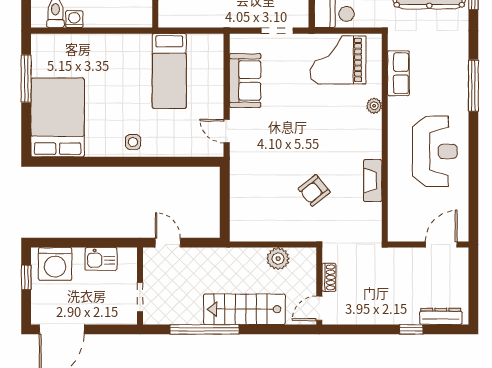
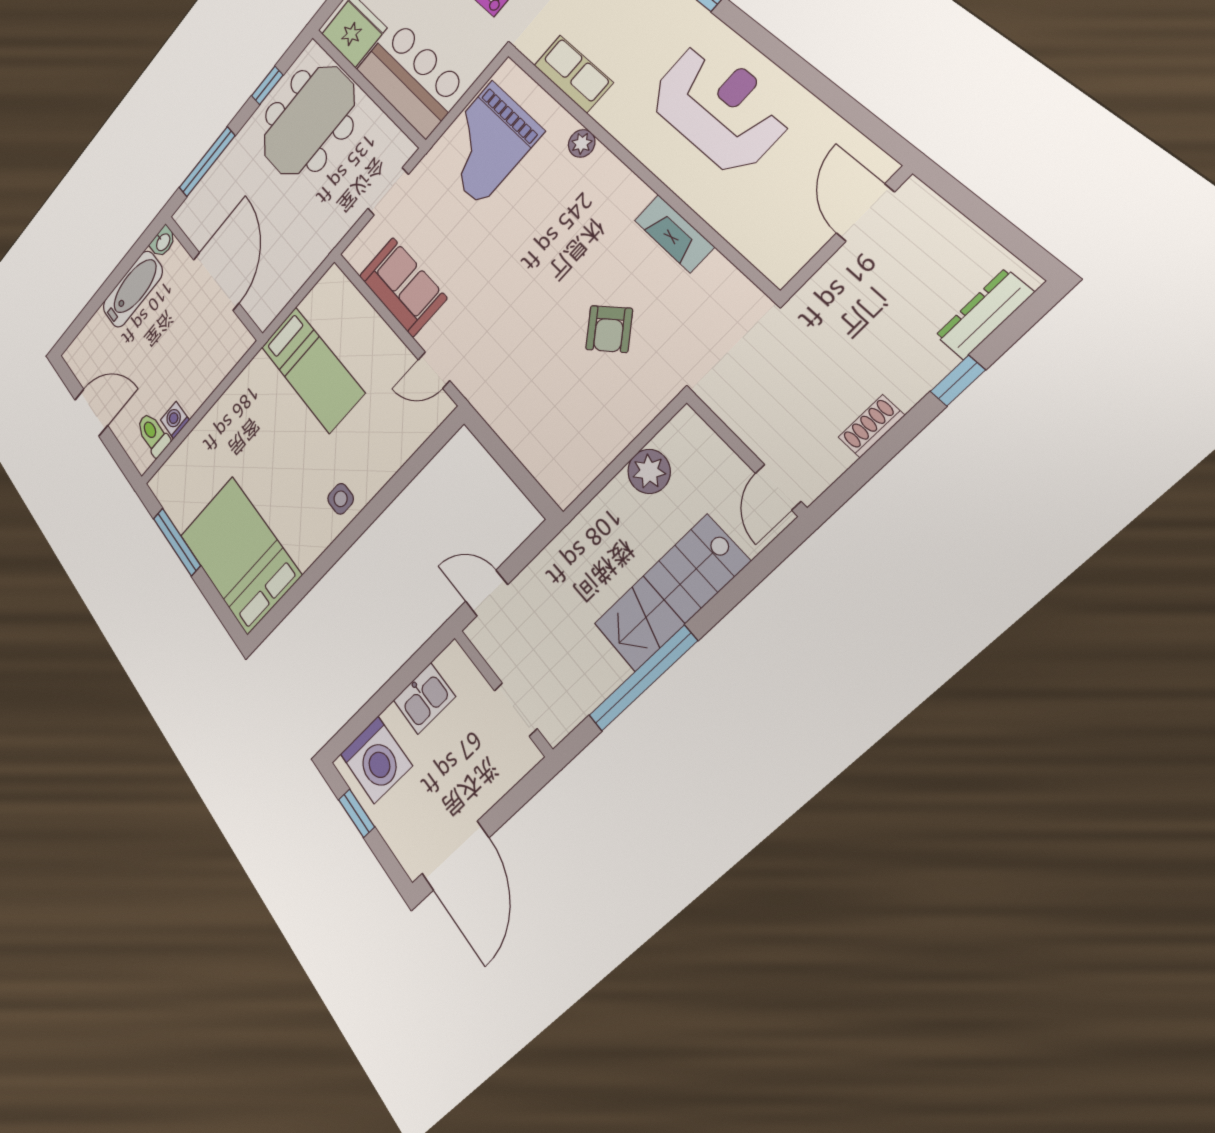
shoe rack: (329, 277) -> (871, 426), moved, turned -90

